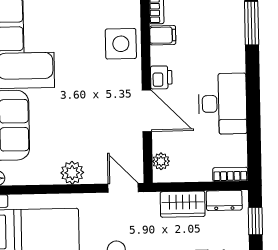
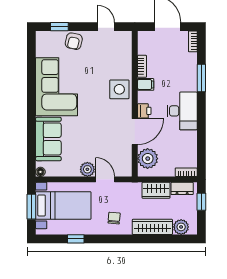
desk: (223, 104) -> (182, 111), moved
door: (147, 111) -> (135, 132), hinge flipped
plant: (161, 161) -> (148, 159), width x1.88, depth x1.88
door: (123, 188) -> (105, 179), moved

